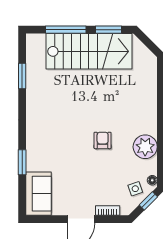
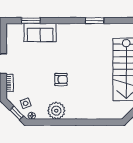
window: (22, 76) -> (95, 21), moved
window: (22, 162) -> (31, 21), moved
sofa: (38, 194) -> (40, 33), moved

